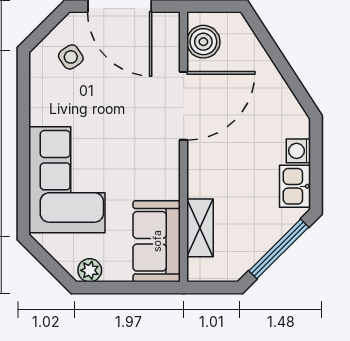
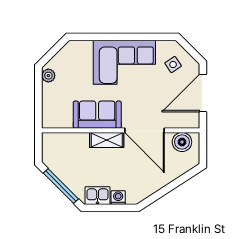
corner sofa: (67, 180) -> (124, 62), moved
shelving: (200, 228) -> (107, 140), moved
sofa: (157, 241) -> (97, 115), moved

